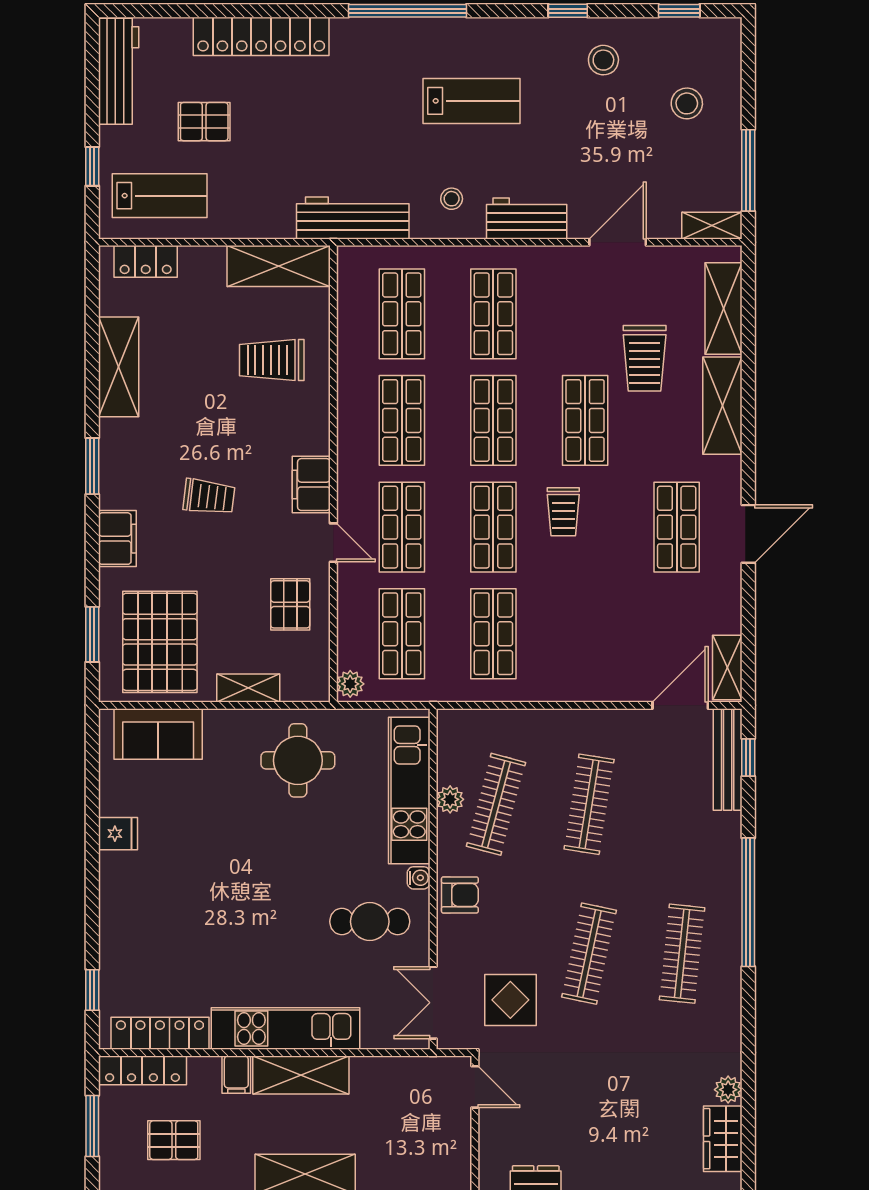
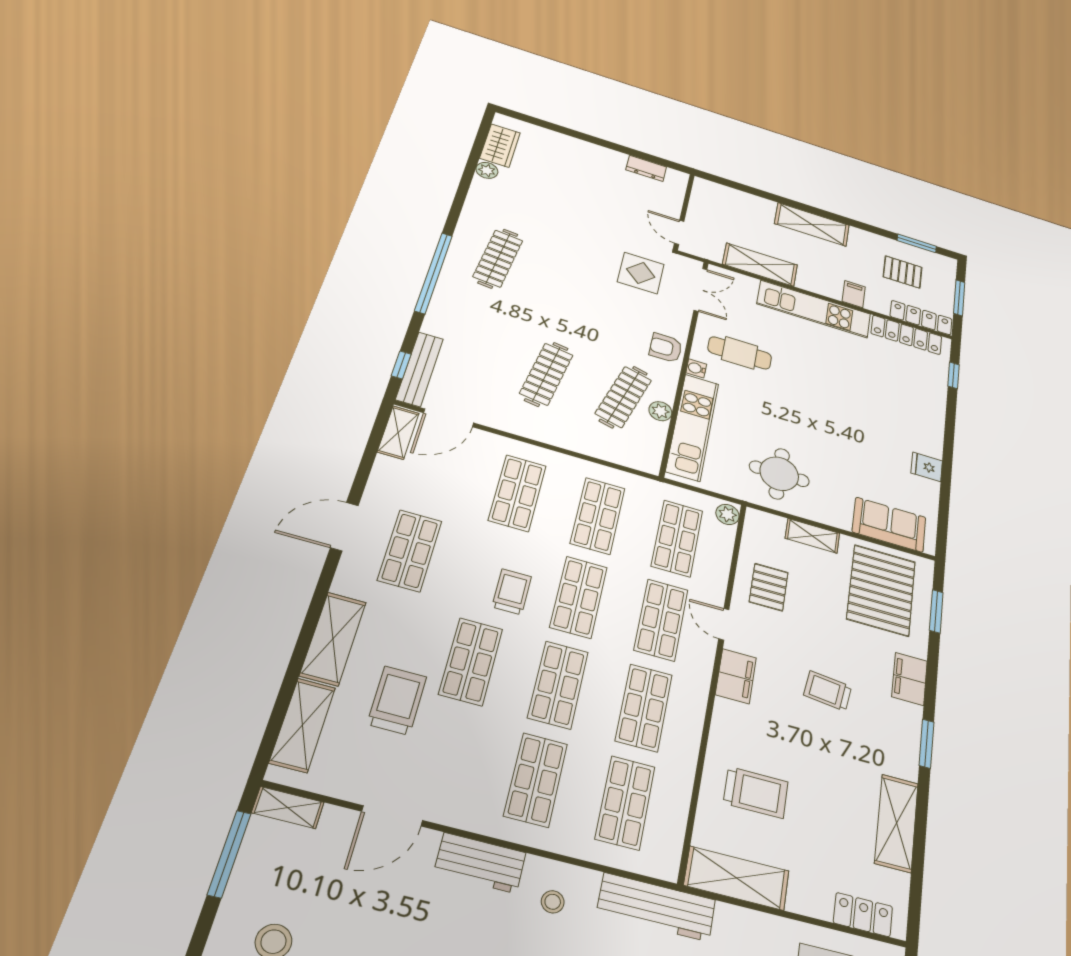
shop shelf: (585, 634) -> (517, 493), added
clothes rail: (589, 954) -> (572, 281), removed
shelving: (301, 1075) -> (760, 265), moved

